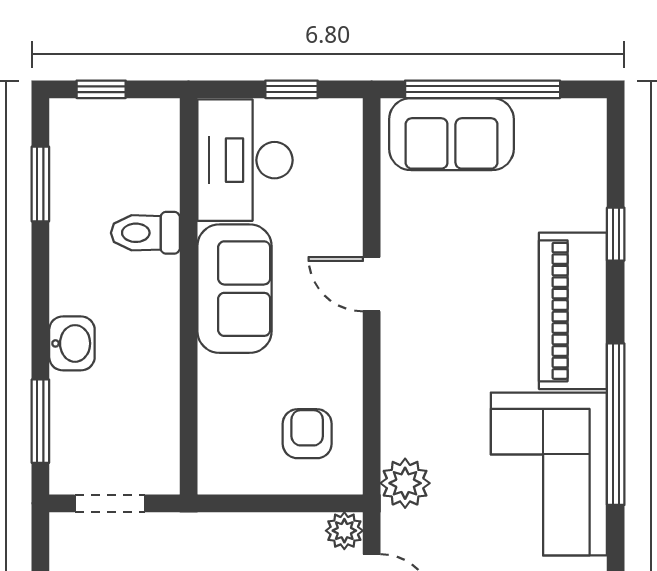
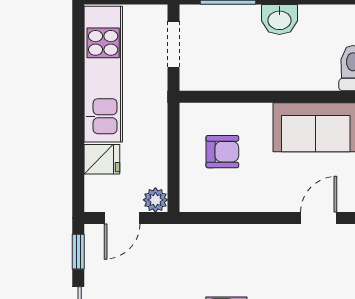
armchair: (307, 434) -> (222, 152), moved
plant: (405, 483) -> (187, 240), removed

